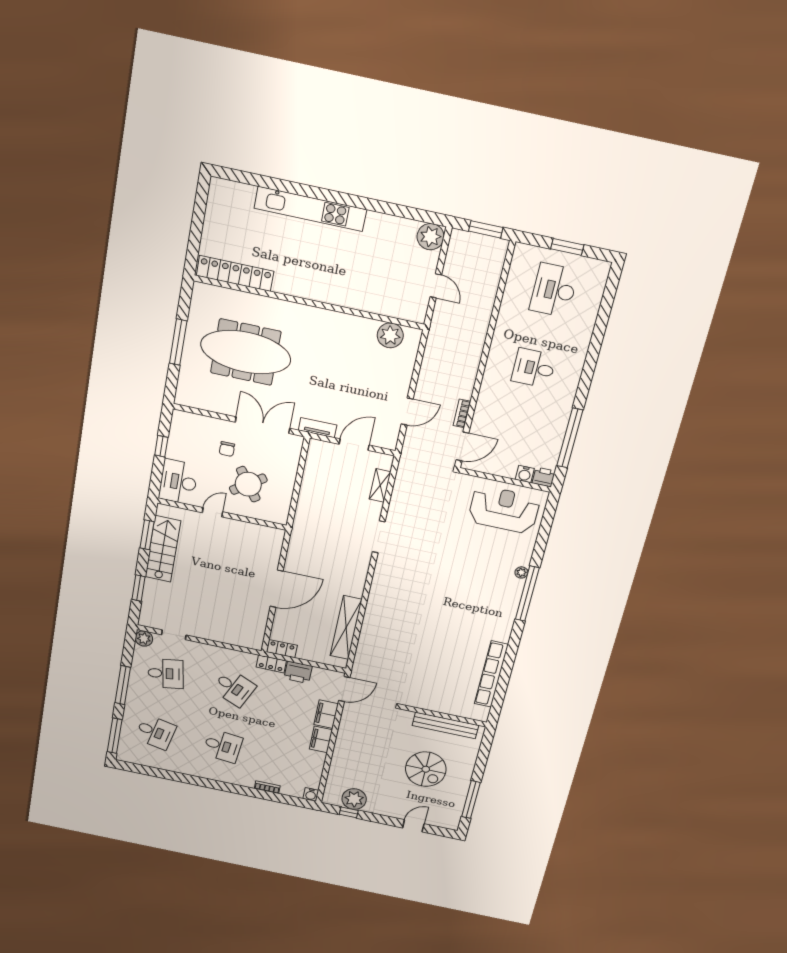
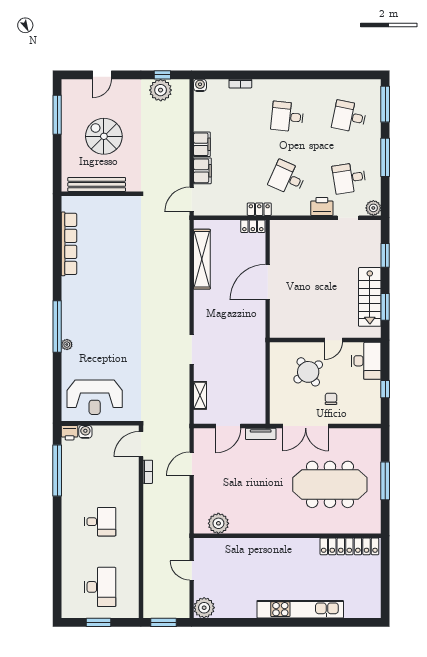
printer: (298, 672) -> (322, 206), moved

